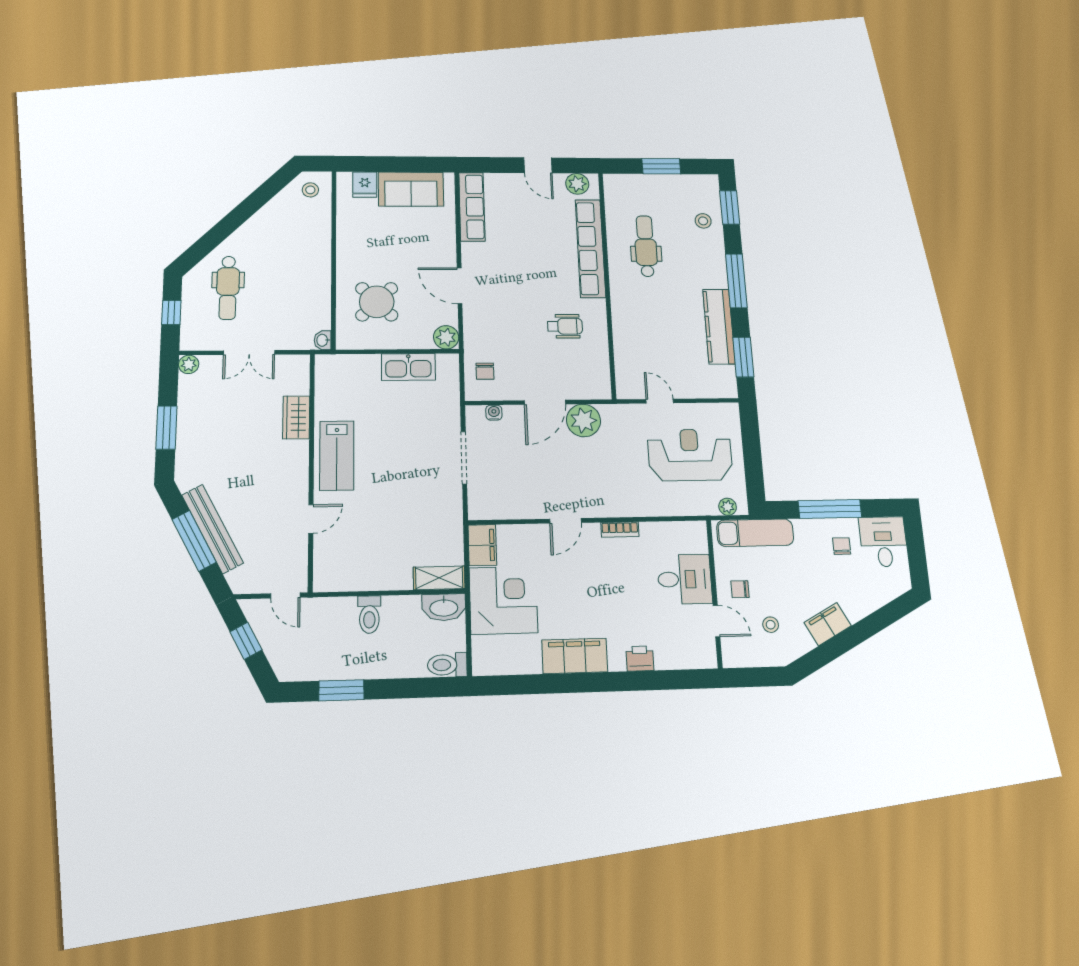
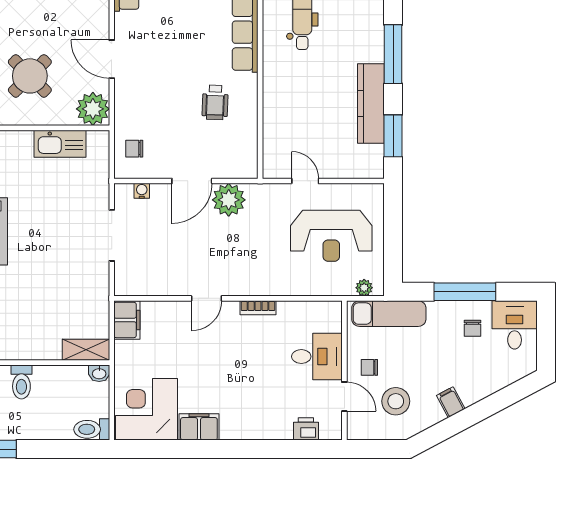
wheelchair: (565, 326) -> (215, 102), turned 92
plant: (446, 337) -> (93, 109), width x1.36, depth x1.36
chair: (485, 371) -> (134, 149), turned 90
reception desk: (690, 455) -> (331, 236), turned 180
chair: (842, 546) -> (473, 328), turned 180
corner desk: (503, 600) -> (146, 409), moved, turned -90
washbasin: (444, 607) -> (99, 373), width x0.52, depth x0.69
filing cabinet: (828, 624) -> (451, 402), width x0.50
stool: (771, 625) -> (396, 401), width x1.89, depth x1.89
filing cabinet: (575, 656) -> (199, 427), width x0.67, depth x0.86
printer: (640, 658) -> (306, 429), moved

